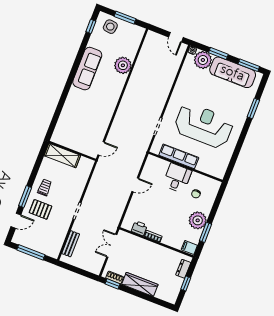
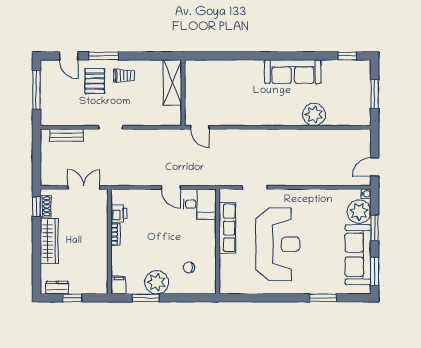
side table: (110, 27) -> (356, 80), removed
desk: (177, 178) -> (200, 204), moved
dresser: (183, 269) -> (57, 288), moved

